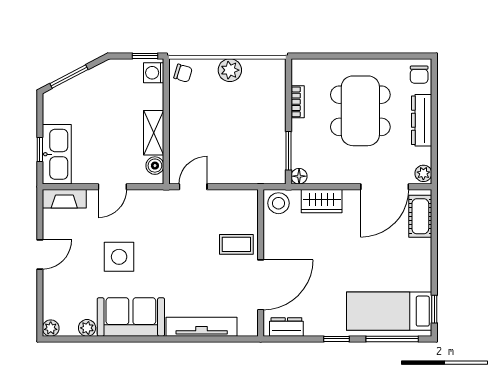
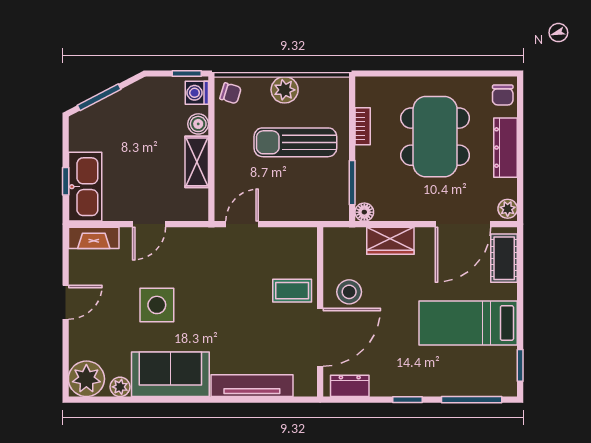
sun lounger: (239, 116) -> (295, 142), added
boiler: (155, 166) -> (198, 124), moved
stool: (279, 203) -> (349, 292), moved
bed: (389, 311) -> (468, 323), moved
plant: (51, 328) -> (86, 379), width x1.88, depth x1.88

